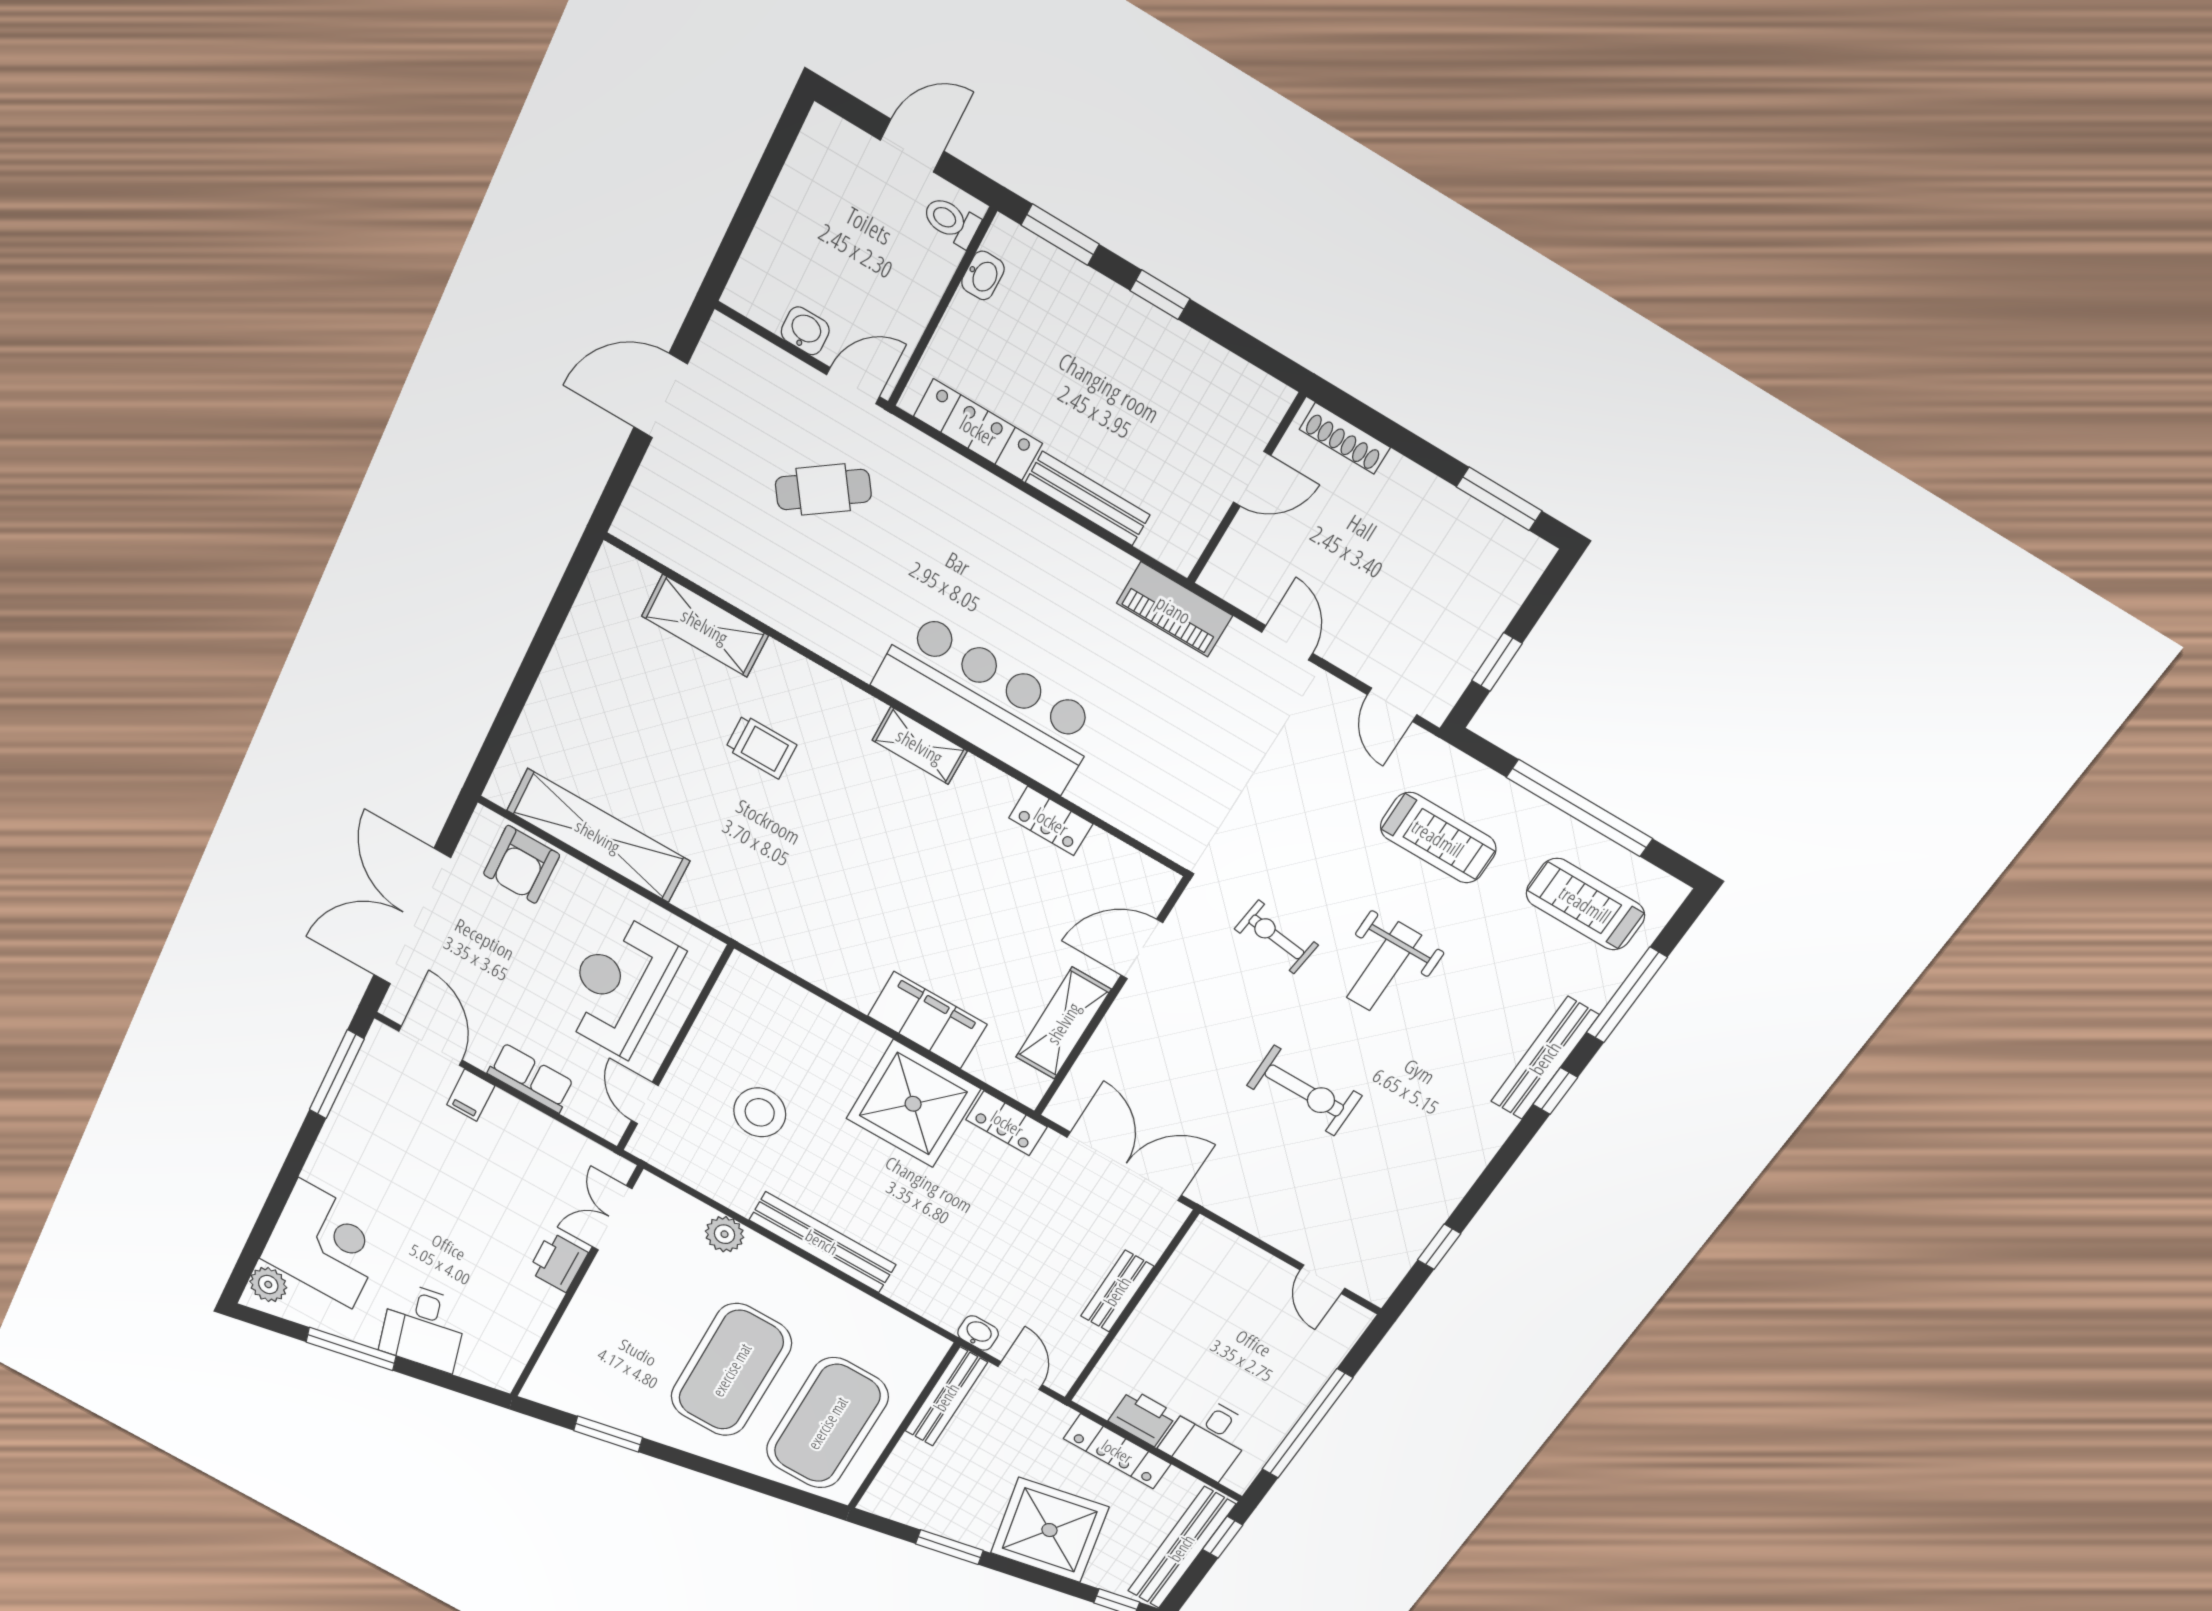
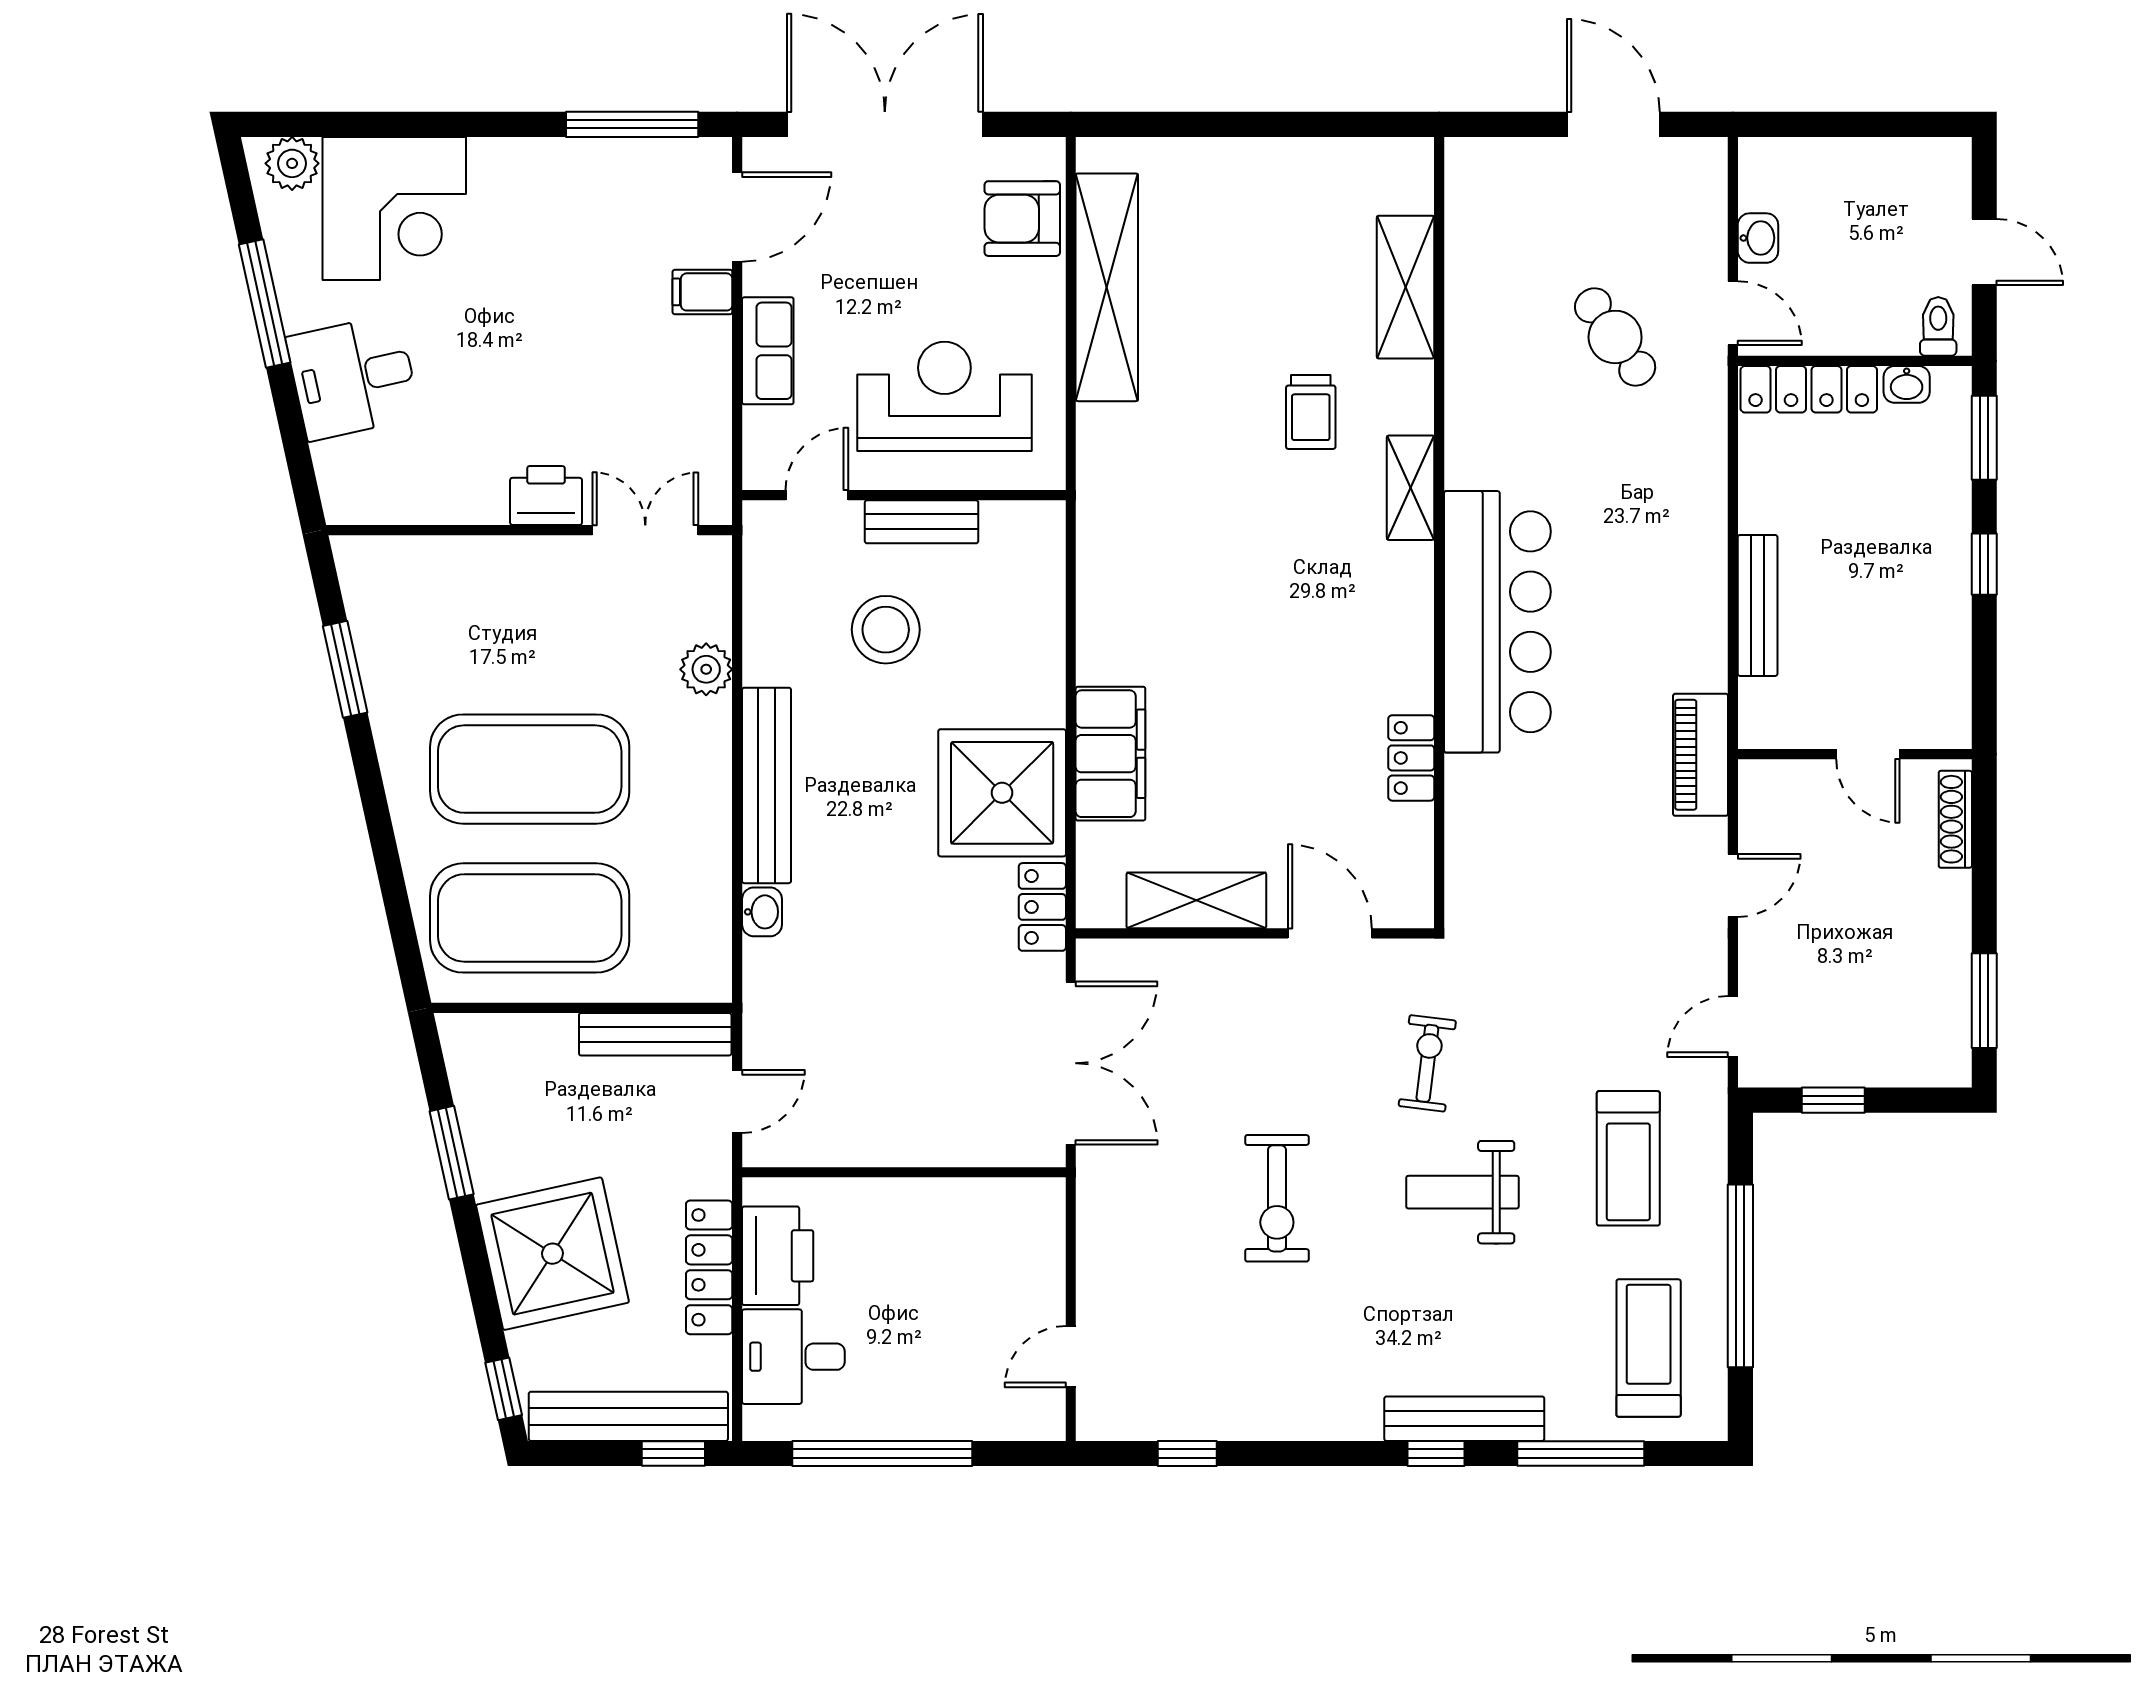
locker: (978, 430) -> (1809, 389), moved, turned 90
shelving: (920, 746) -> (1411, 488), moved
bench: (1117, 1291) -> (922, 522), moved
washbasin: (978, 1333) -> (762, 912), moved
printer: (1143, 1418) -> (778, 1256), width x1.37, depth x1.19

